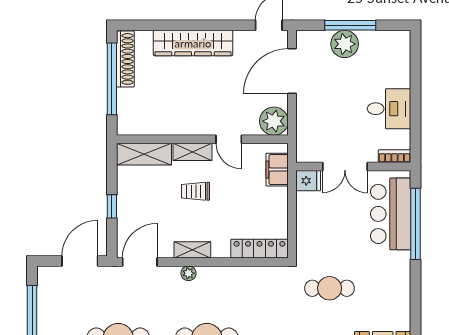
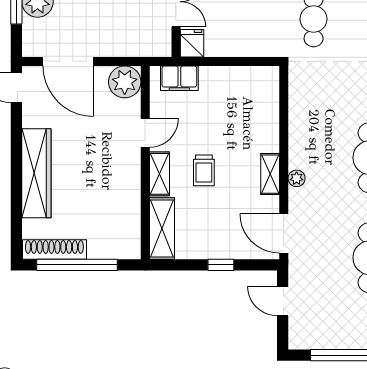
locker: (259, 249) -> (269, 98), removed
door: (80, 261) -> (283, 301), width x0.73

